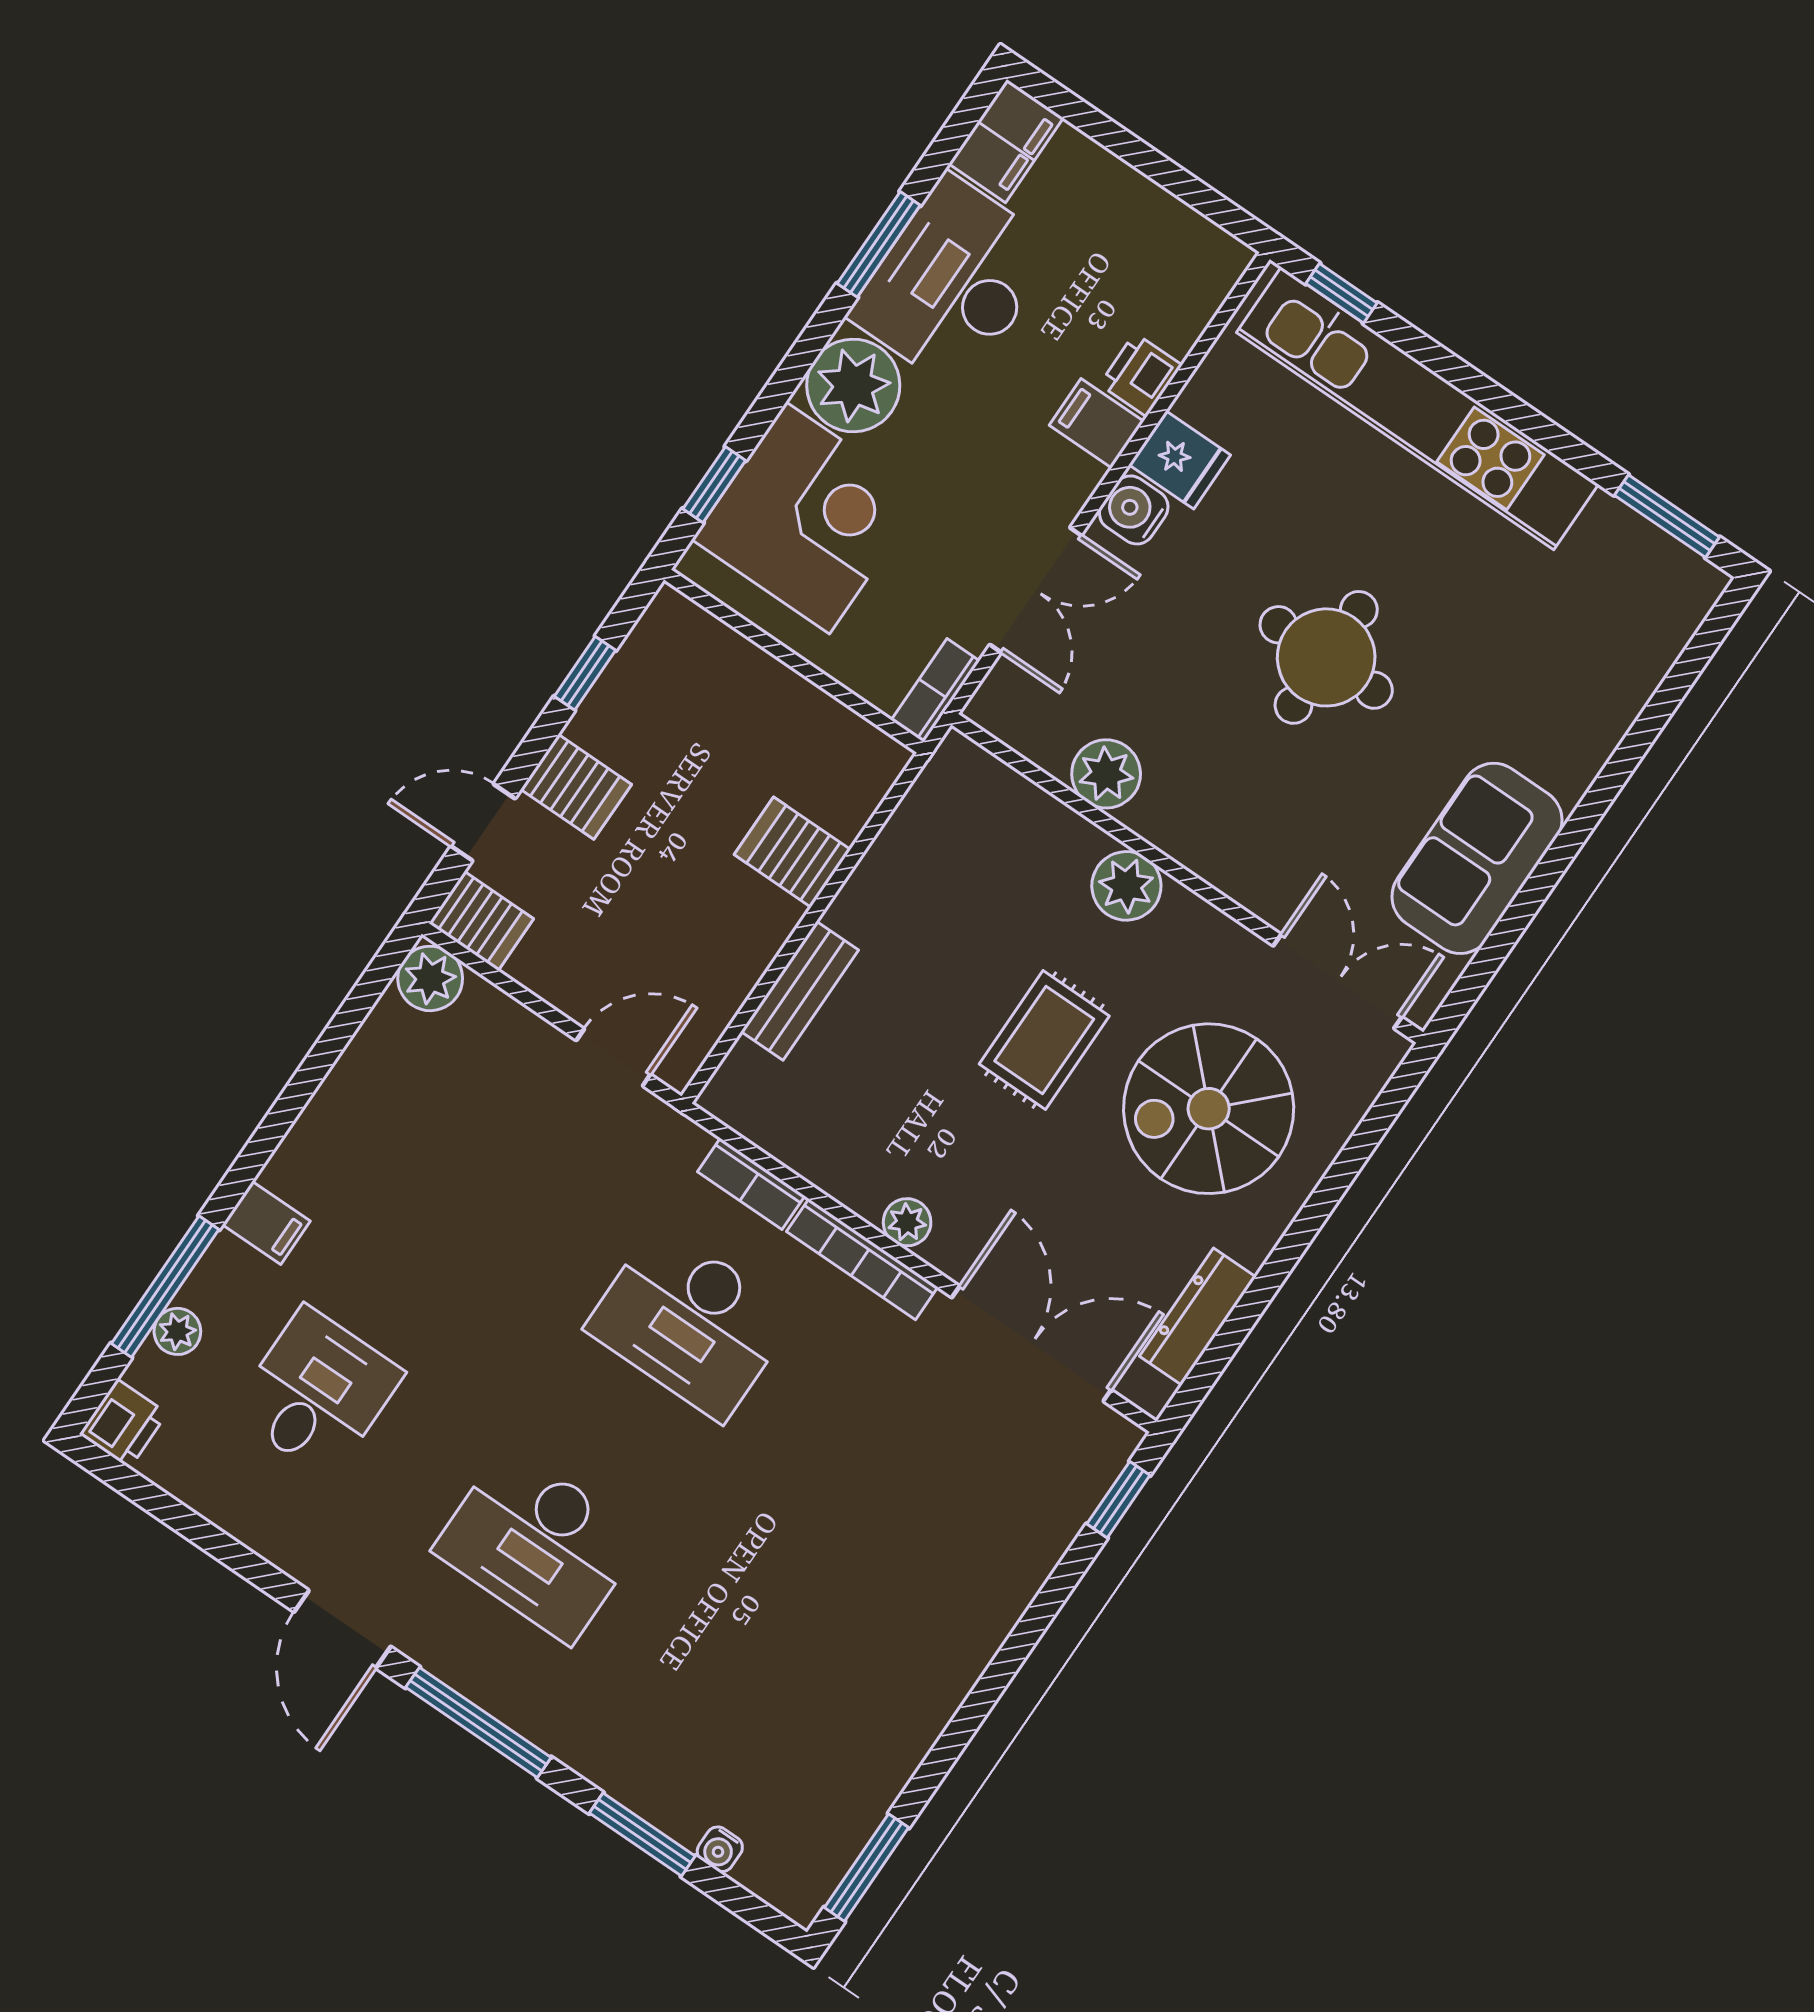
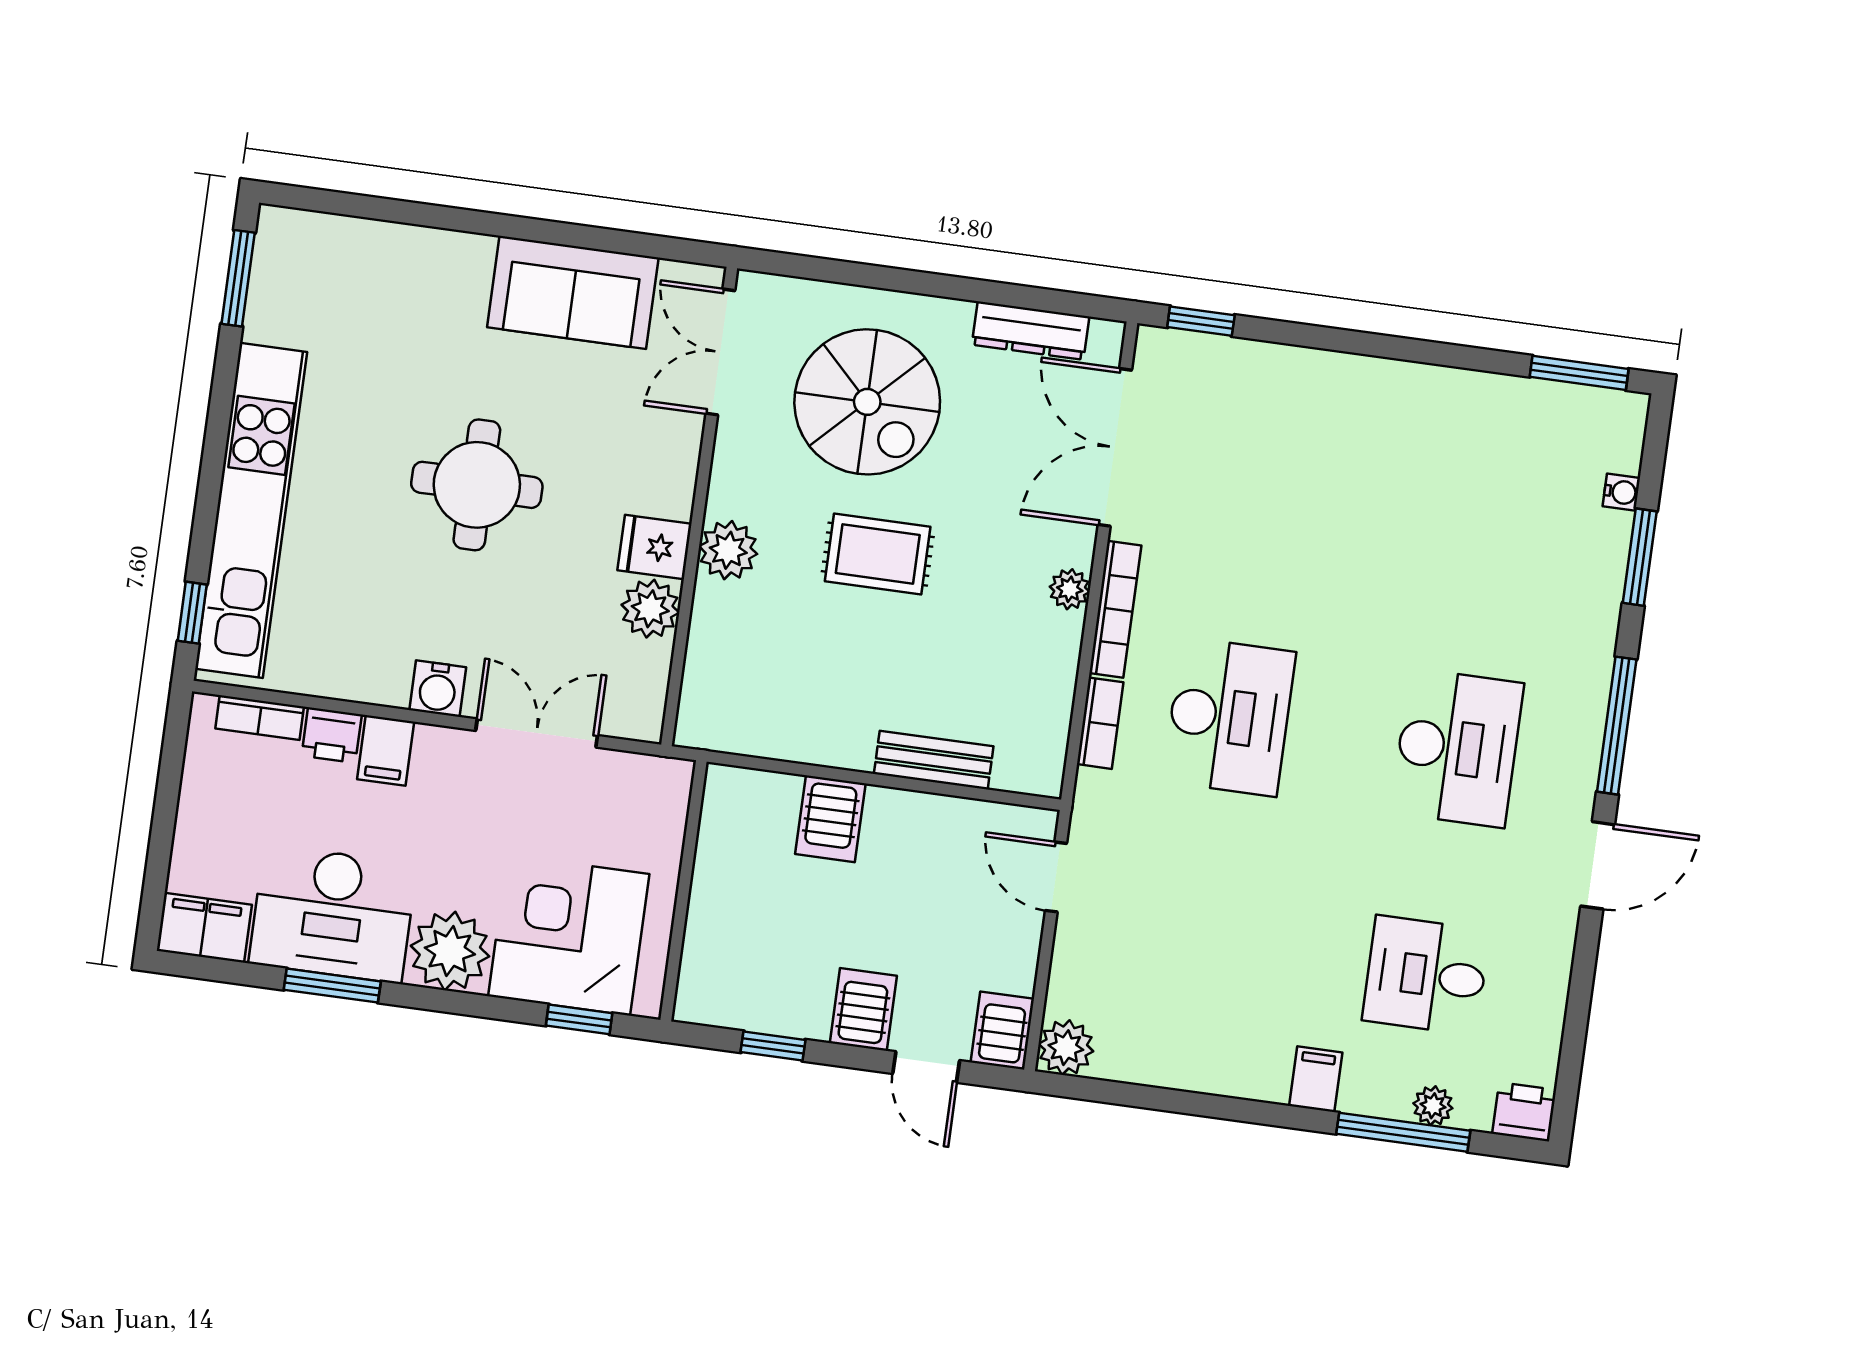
fridge: (1180, 460) -> (654, 547), moved, turned -90
bookcase: (935, 690) -> (260, 717), moved

